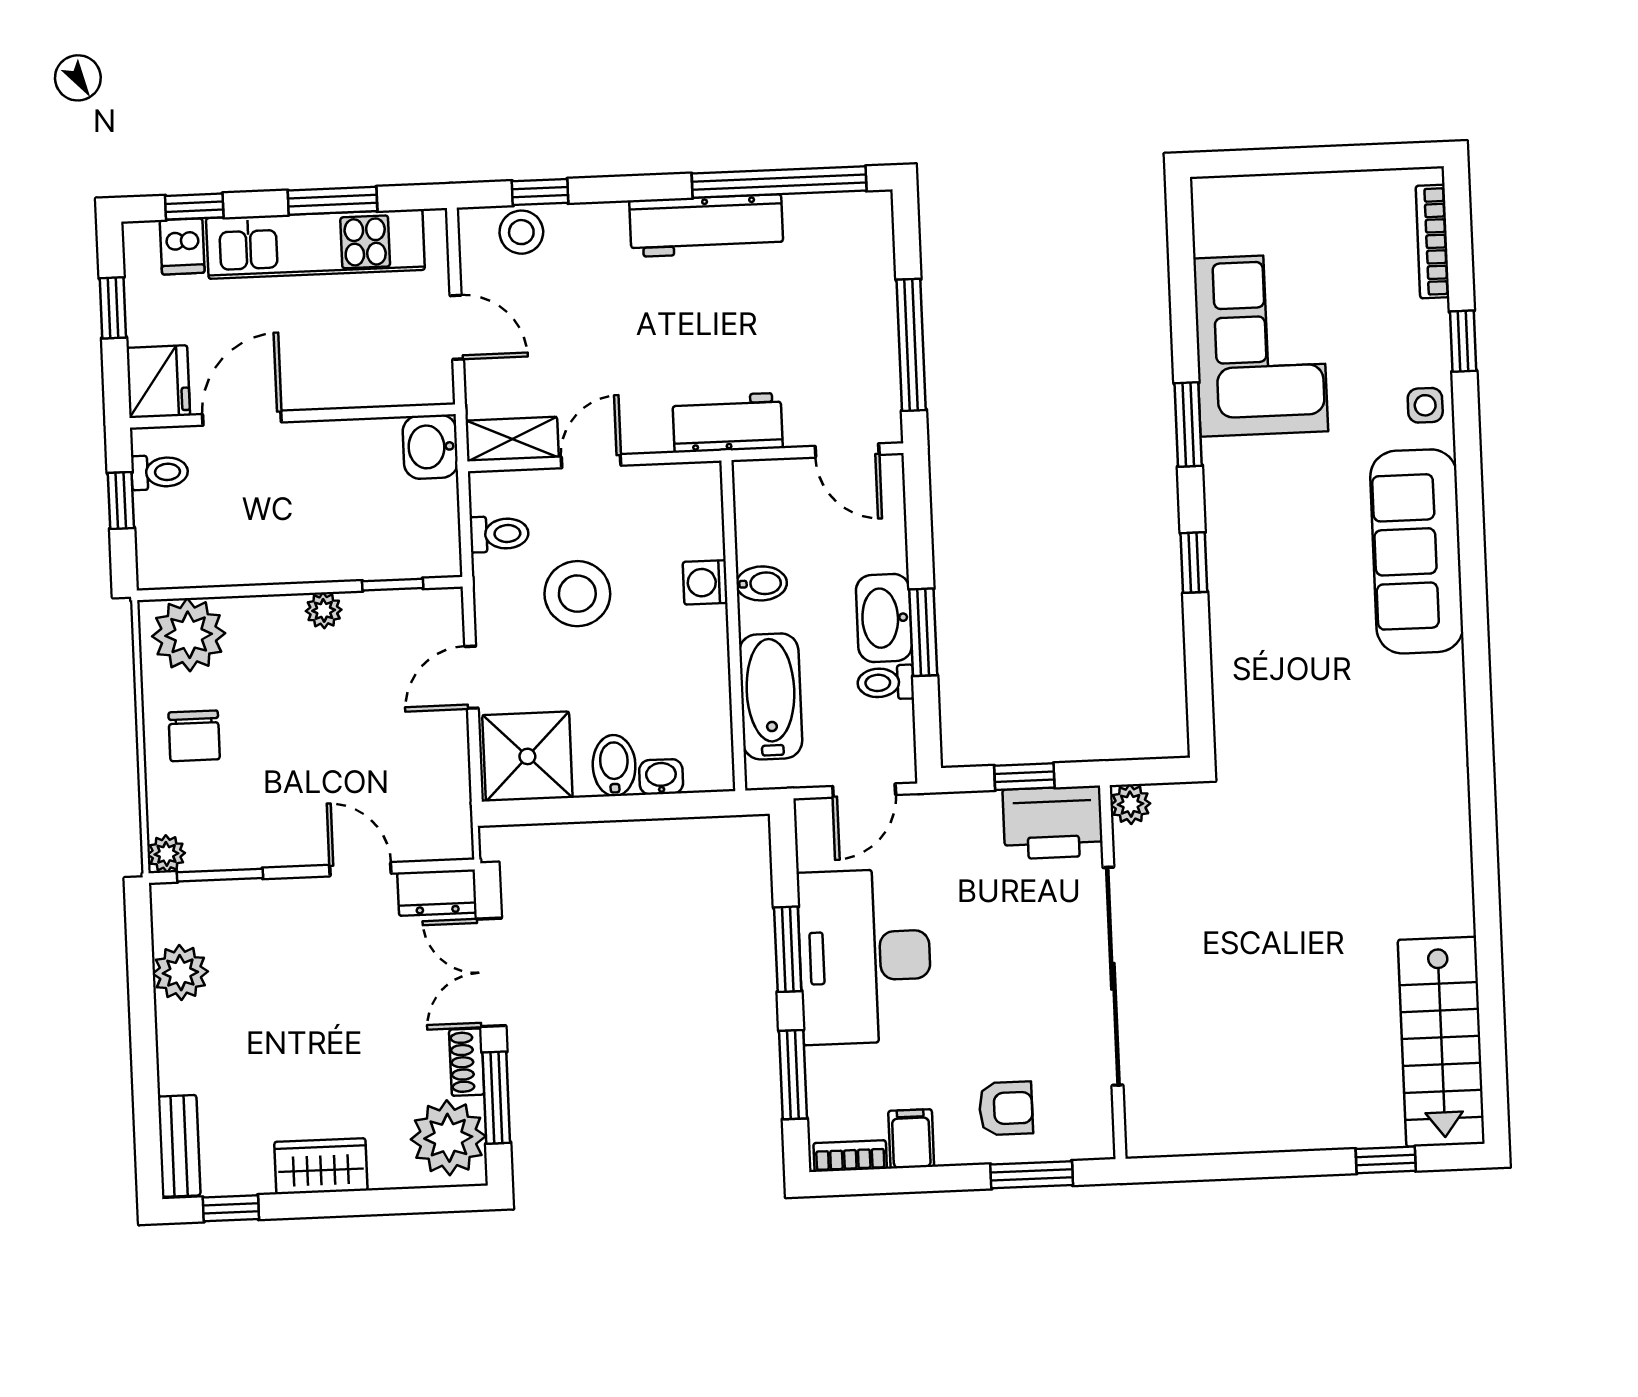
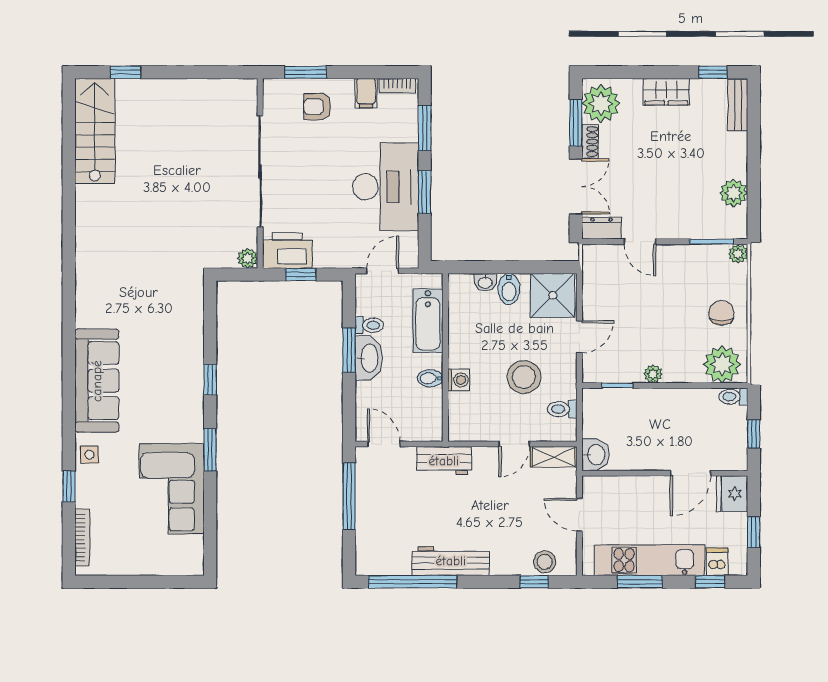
toilet: (160, 472) -> (733, 397), moved

